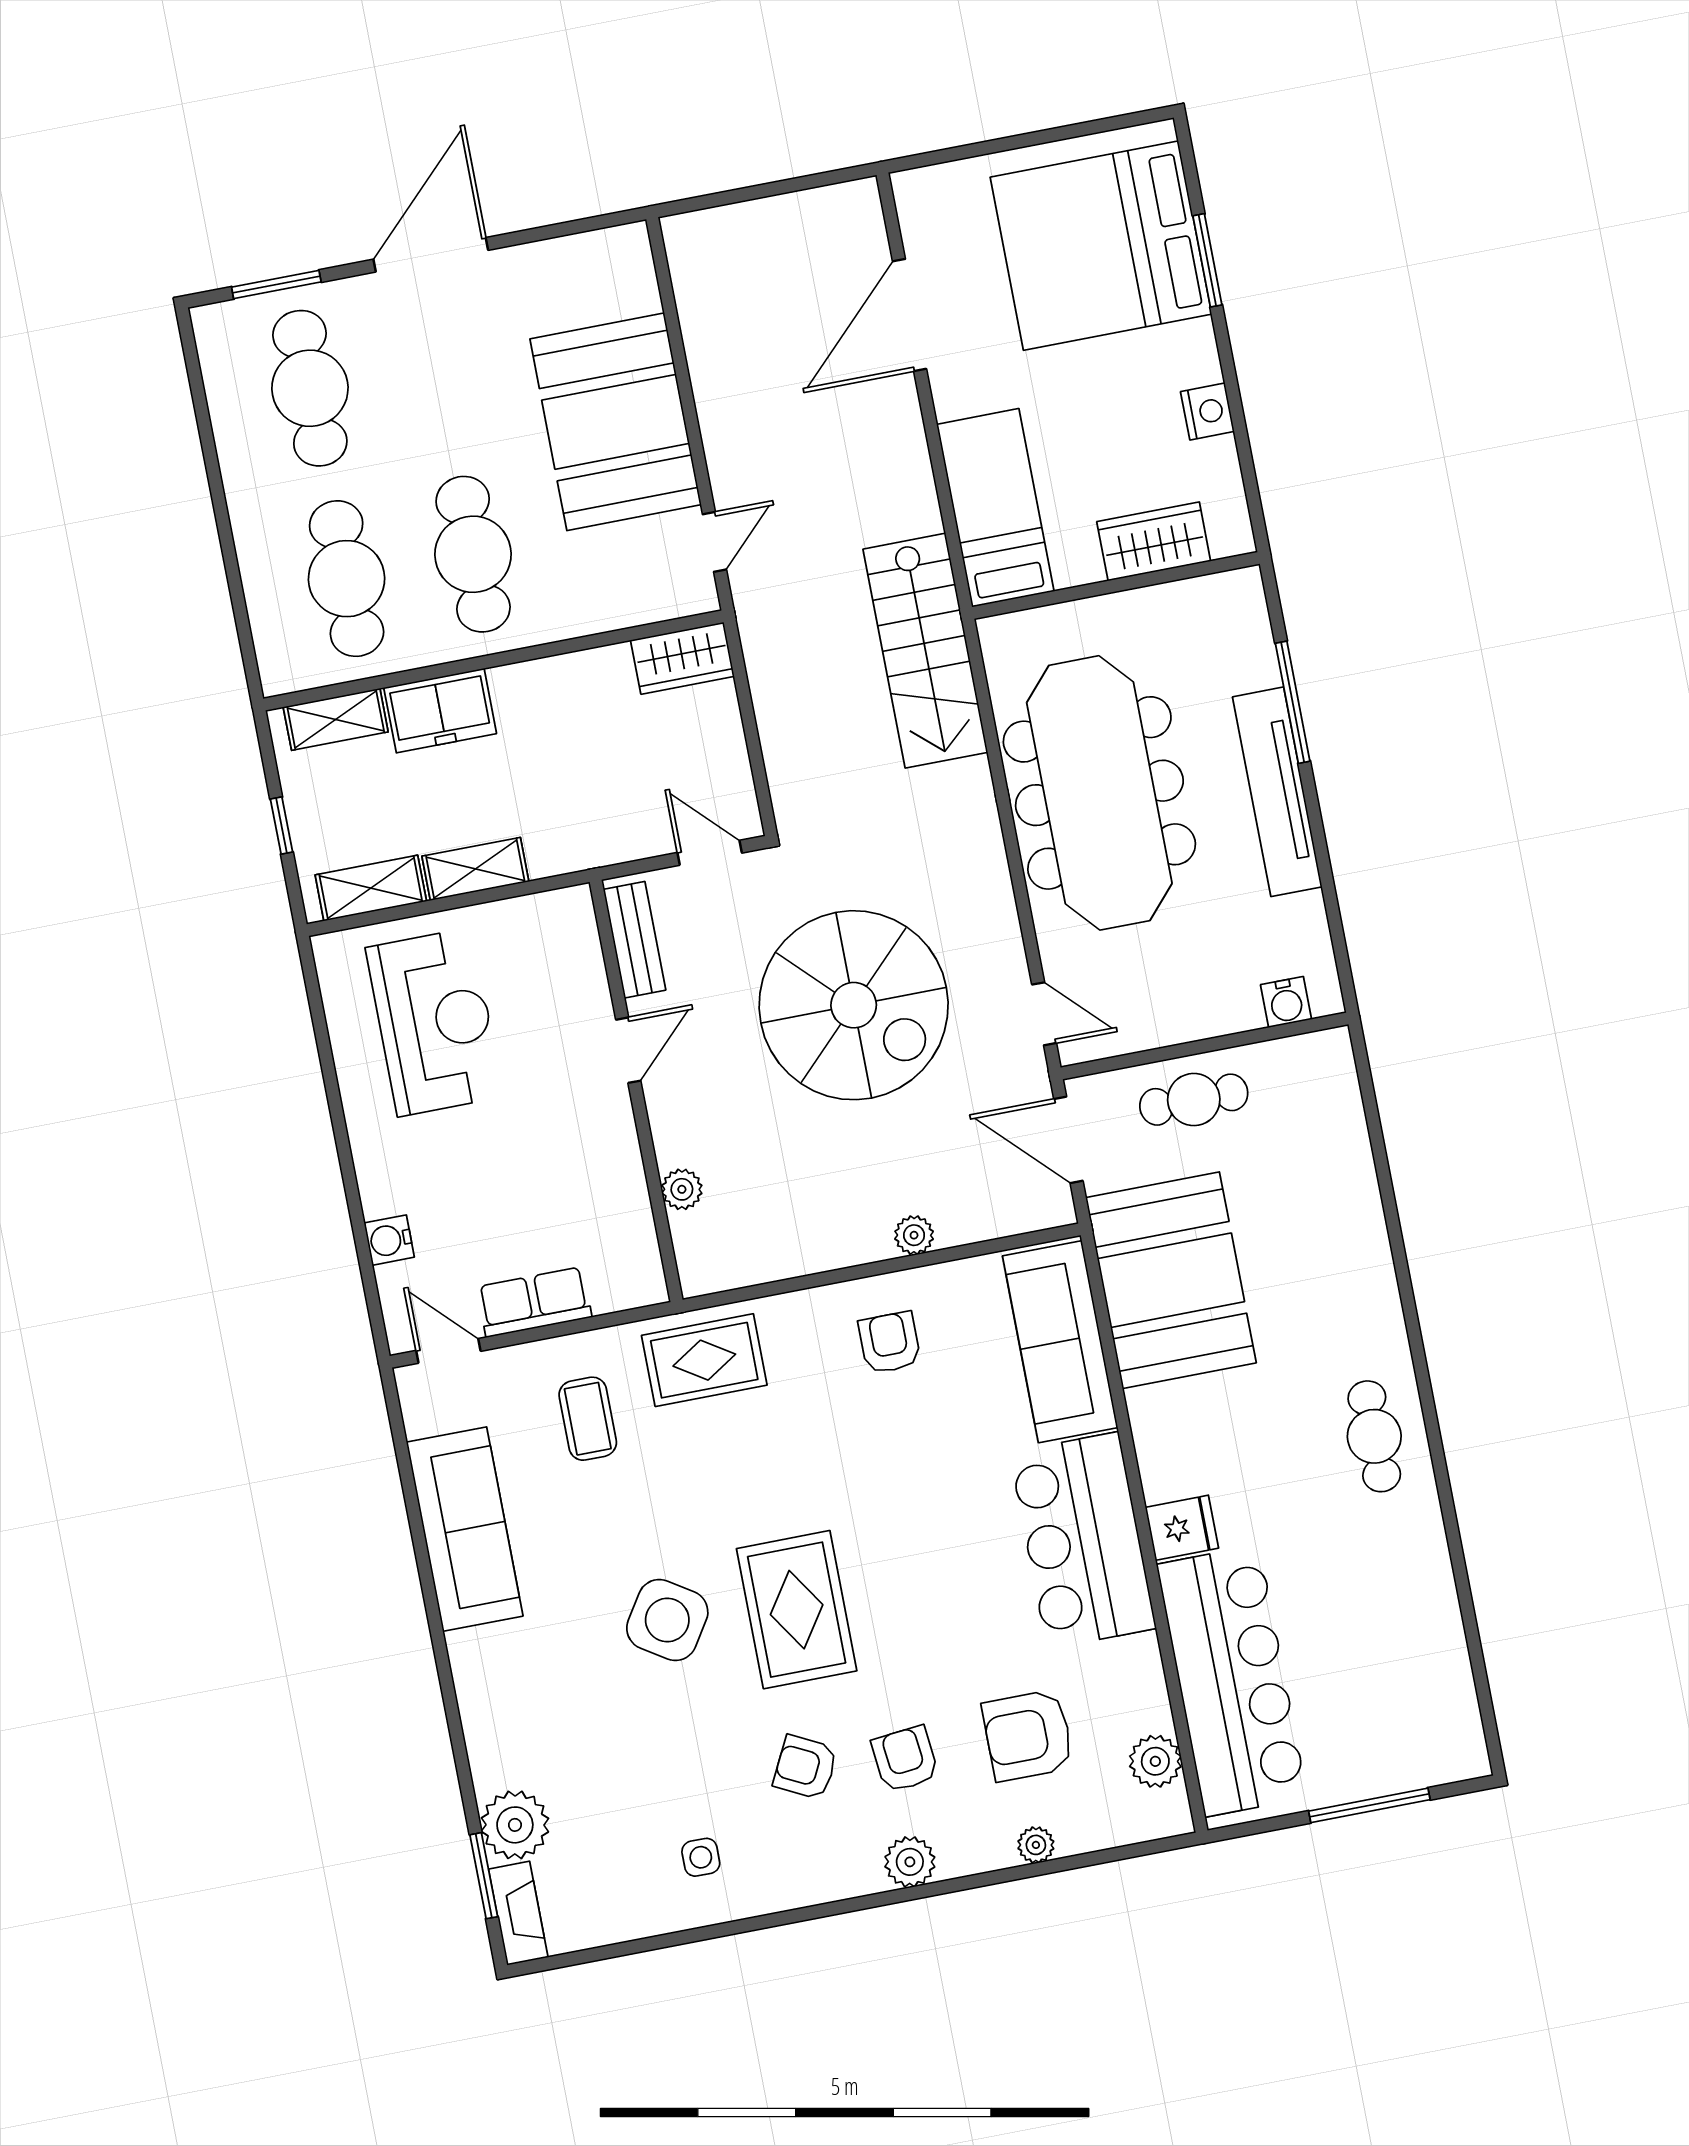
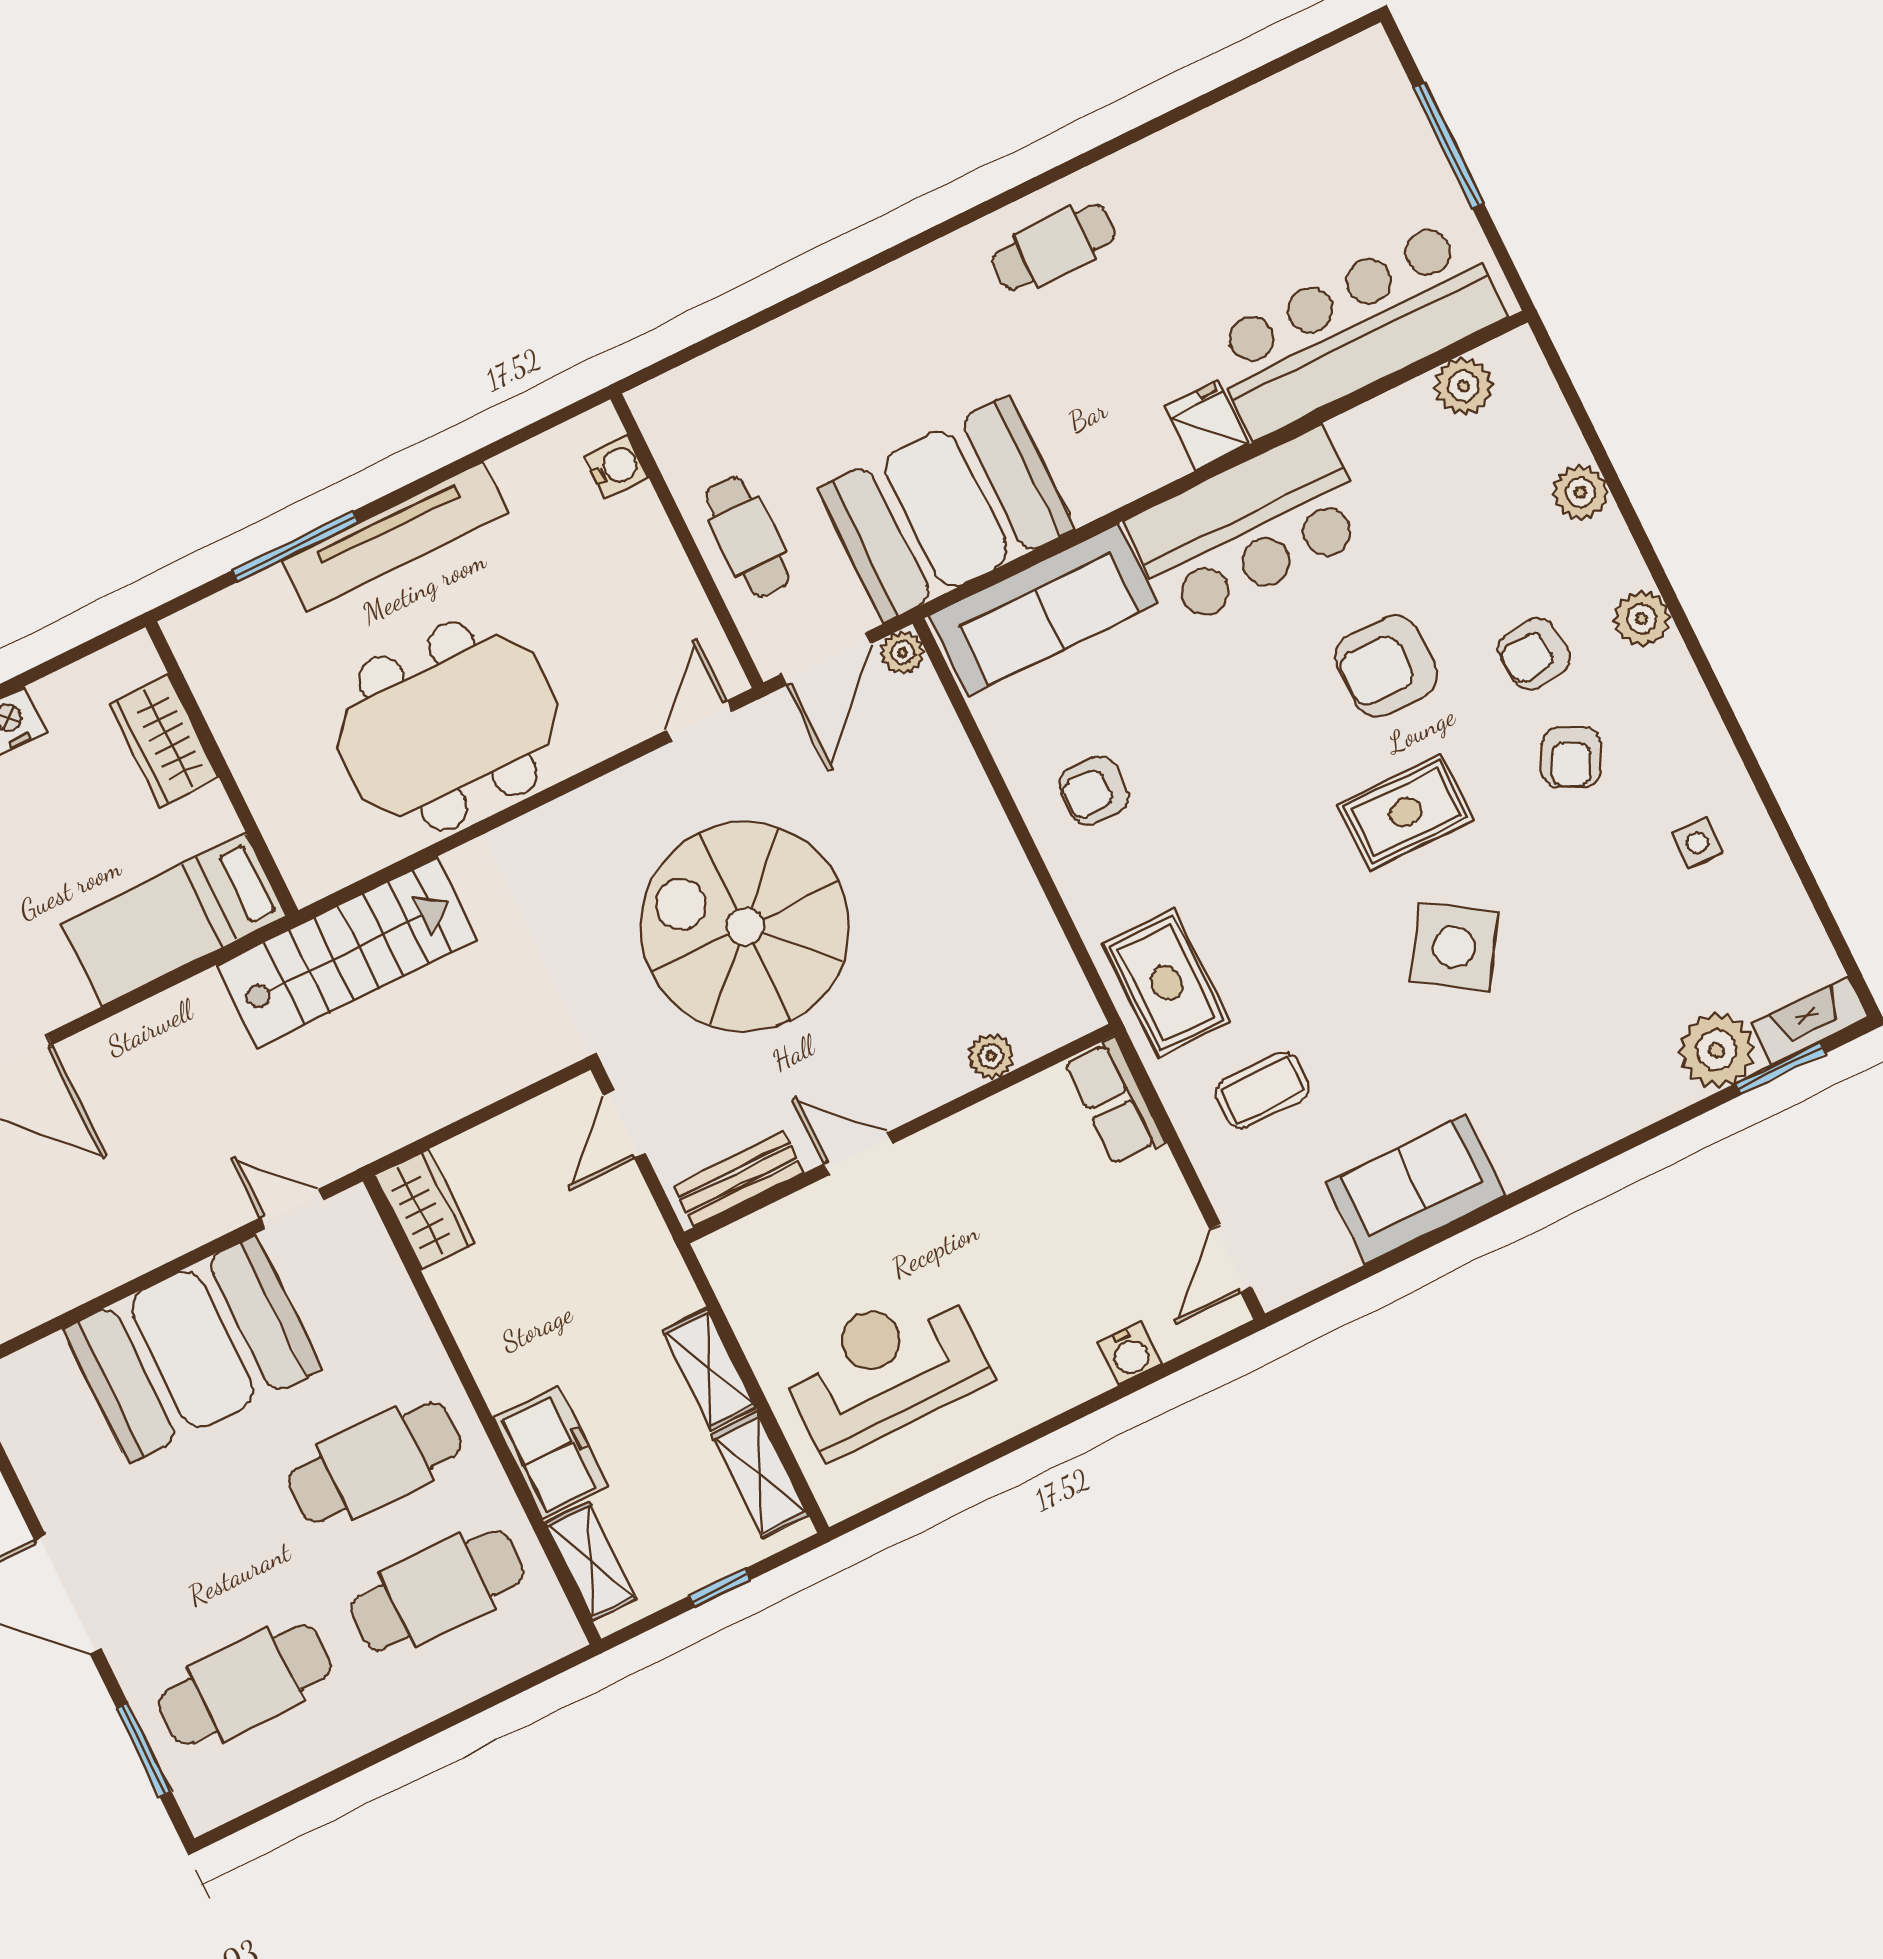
meeting table: (1099, 793) -> (448, 726), width x0.73
spiral stairs: (854, 1005) -> (745, 927), turned -90
plant: (914, 1235) -> (903, 653), moved
row of seats: (534, 1302) -> (1115, 1102), moved
sofa: (465, 1529) -> (1416, 1189), width x0.73
rug: (797, 1610) -> (1406, 812), width x0.73, depth x0.70
armchair: (1028, 1735) -> (1386, 666), moved, turned 90
plant: (1036, 1845) -> (1580, 493), width x1.38, depth x1.38

